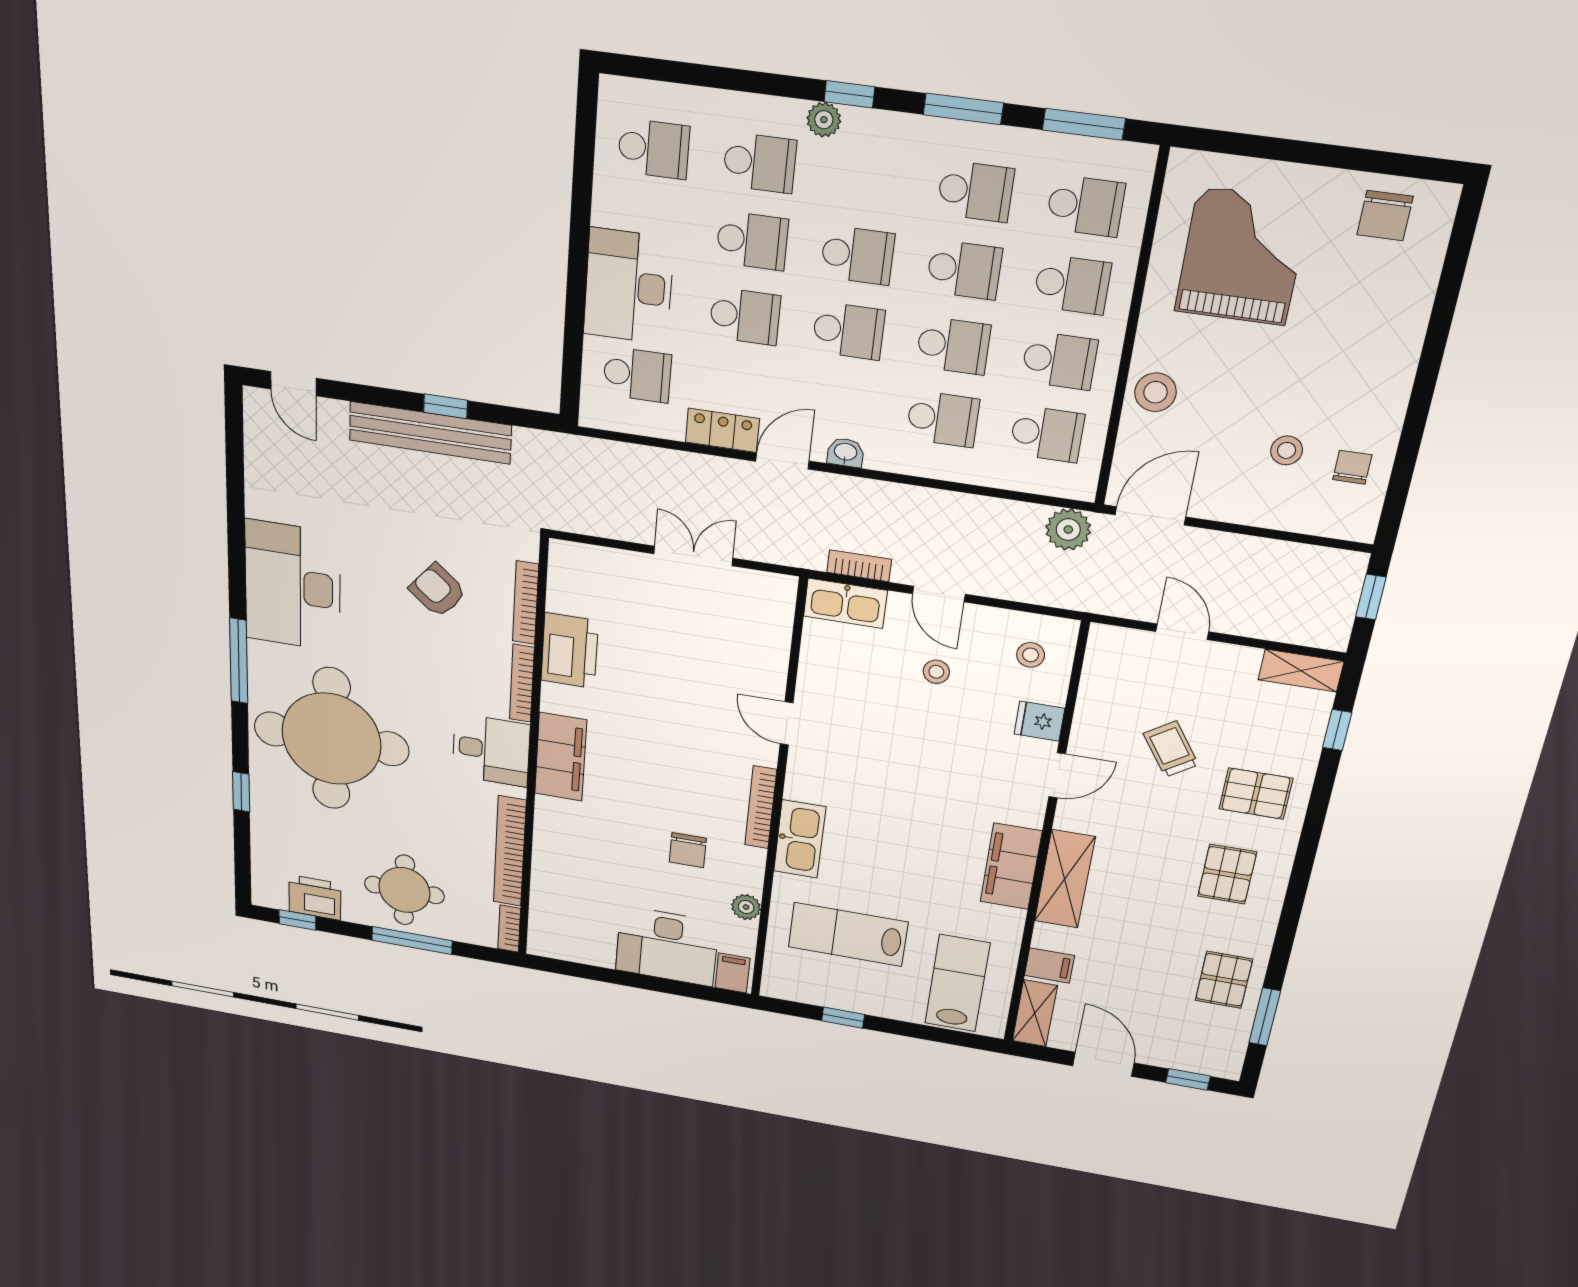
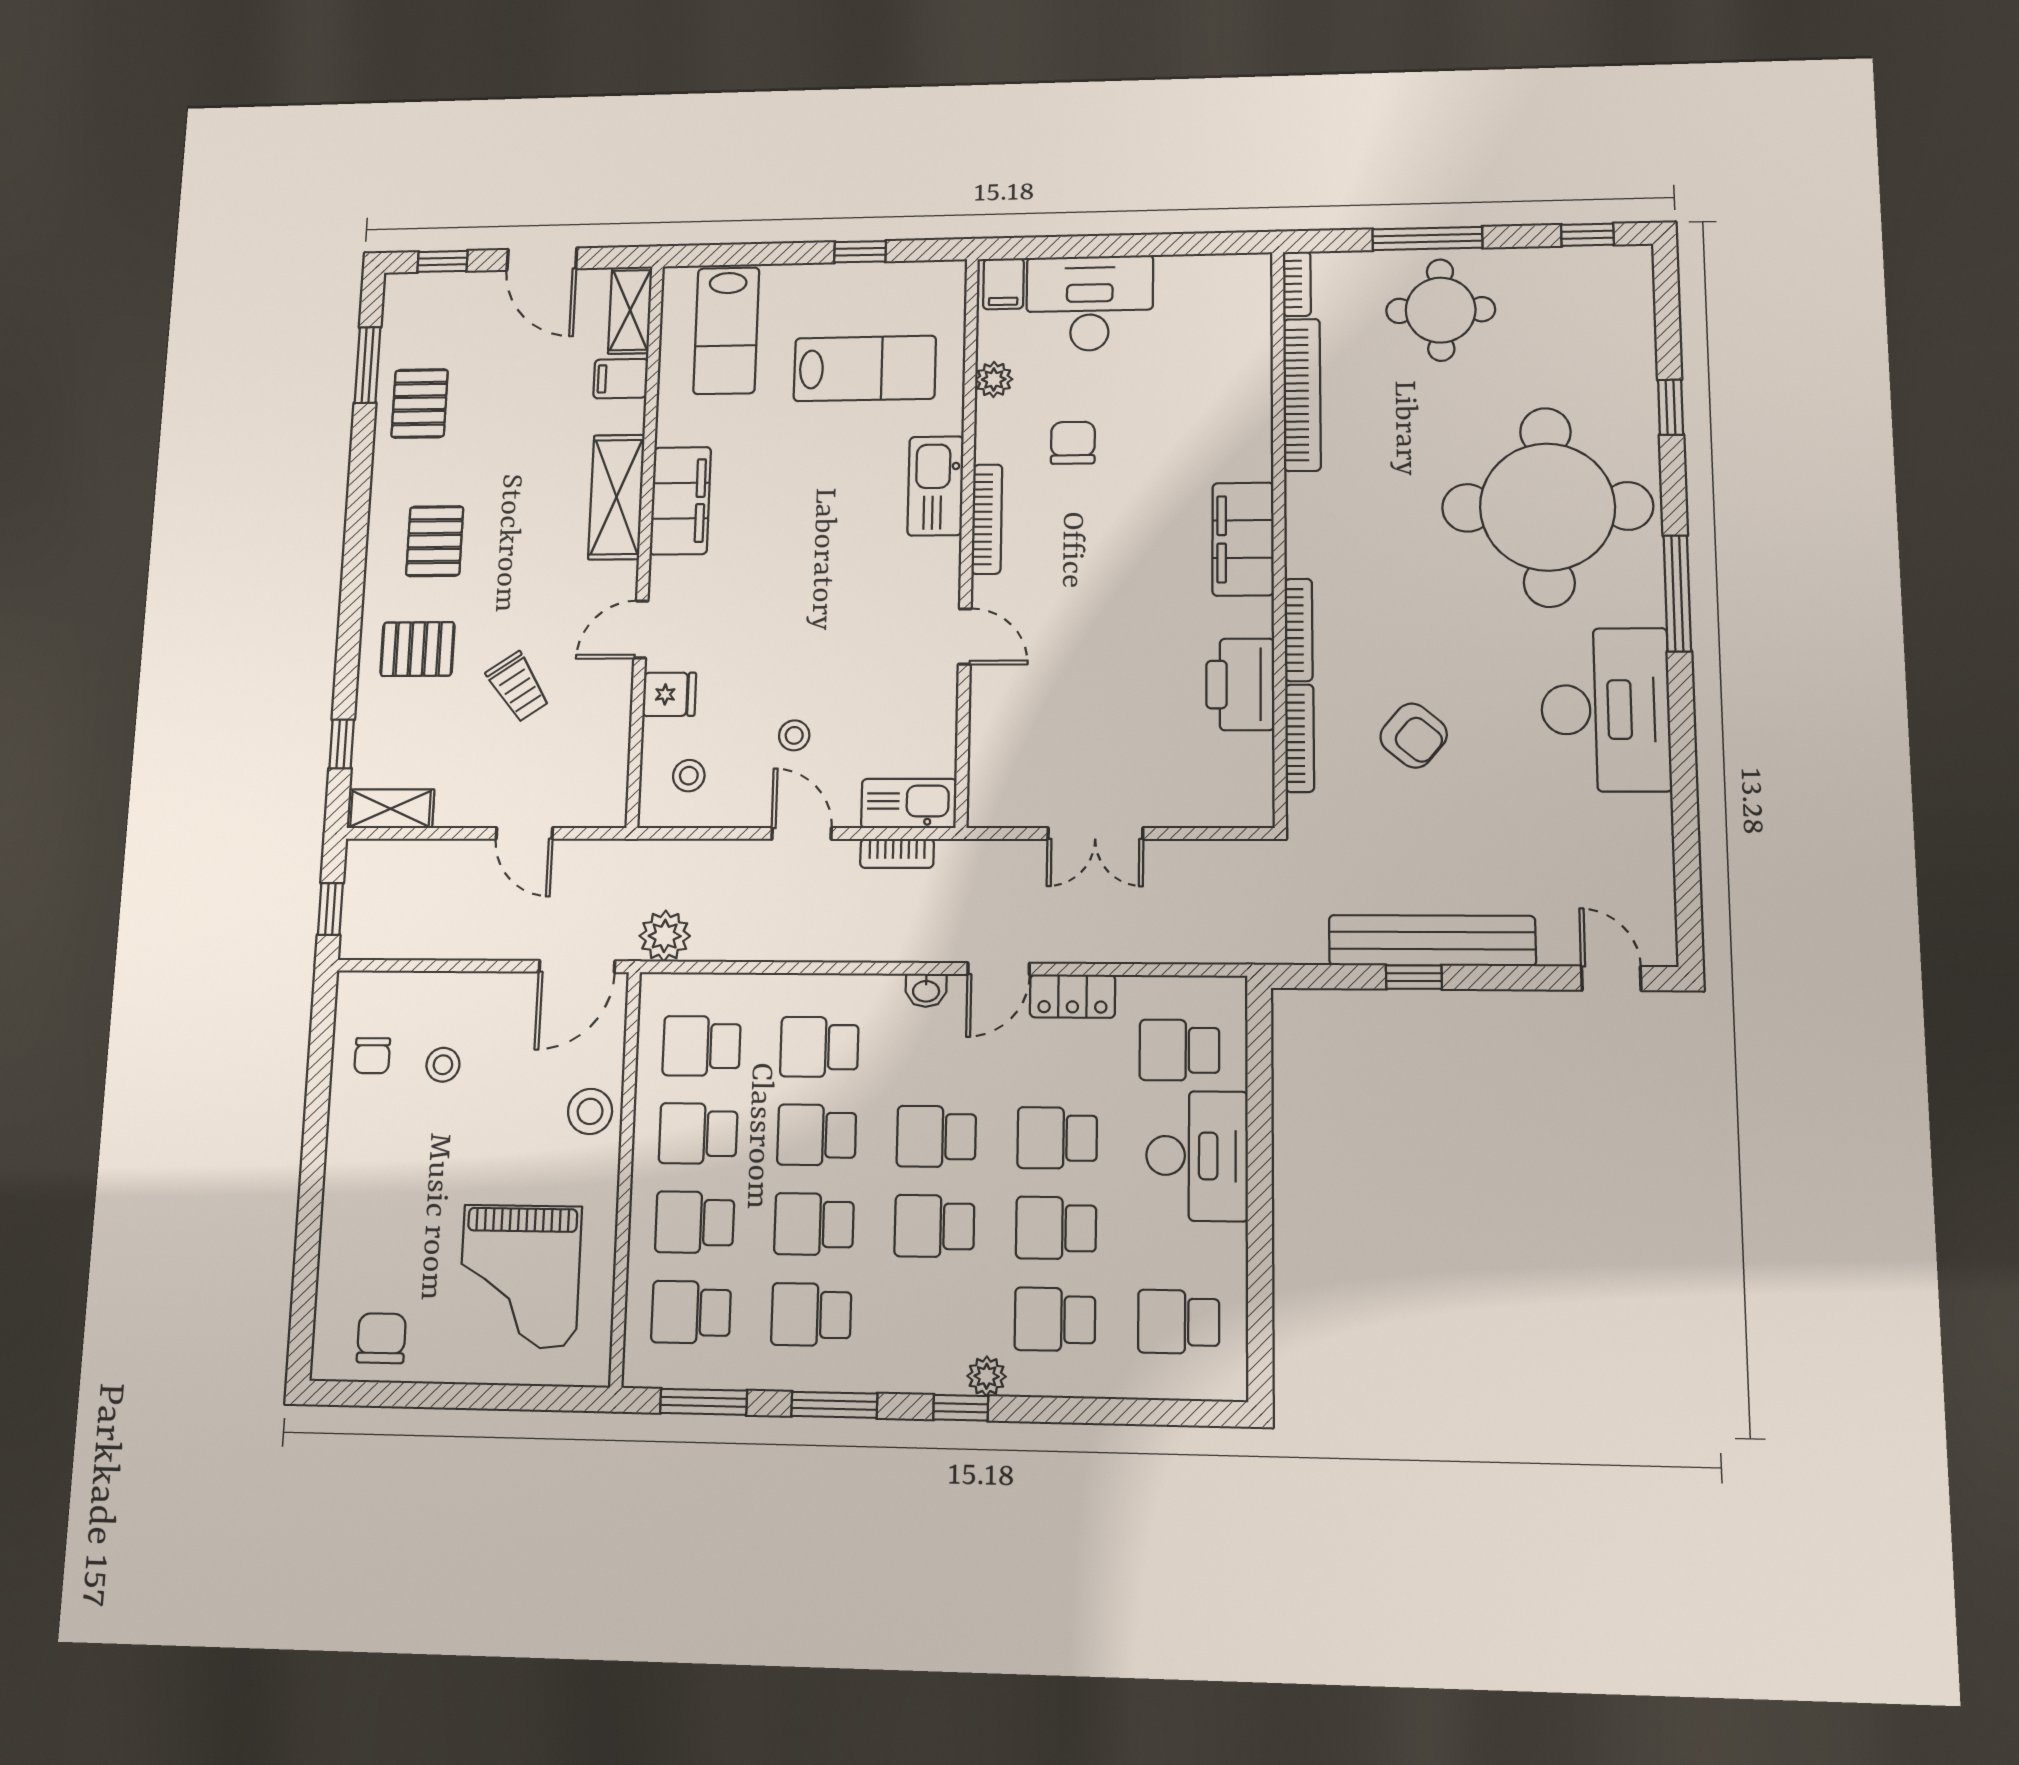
desk: (491, 750) -> (1334, 531), removed
printer: (315, 898) -> (1564, 273), removed

